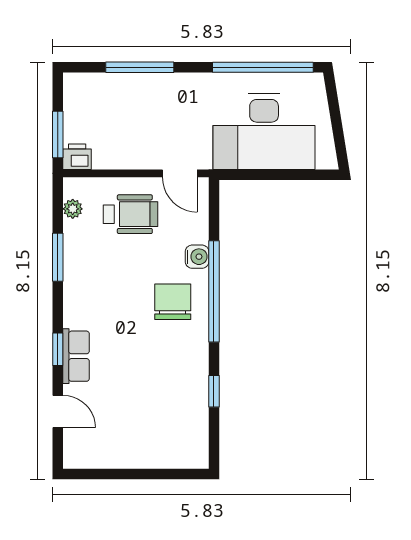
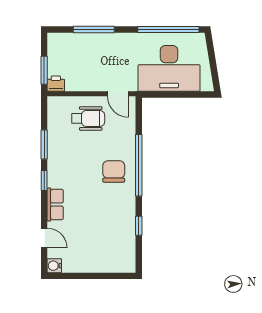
plant: (73, 209) -> (53, 115), removed
water cooler: (197, 257) -> (54, 266), moved, turned 180
window: (58, 349) -> (44, 181), moved

